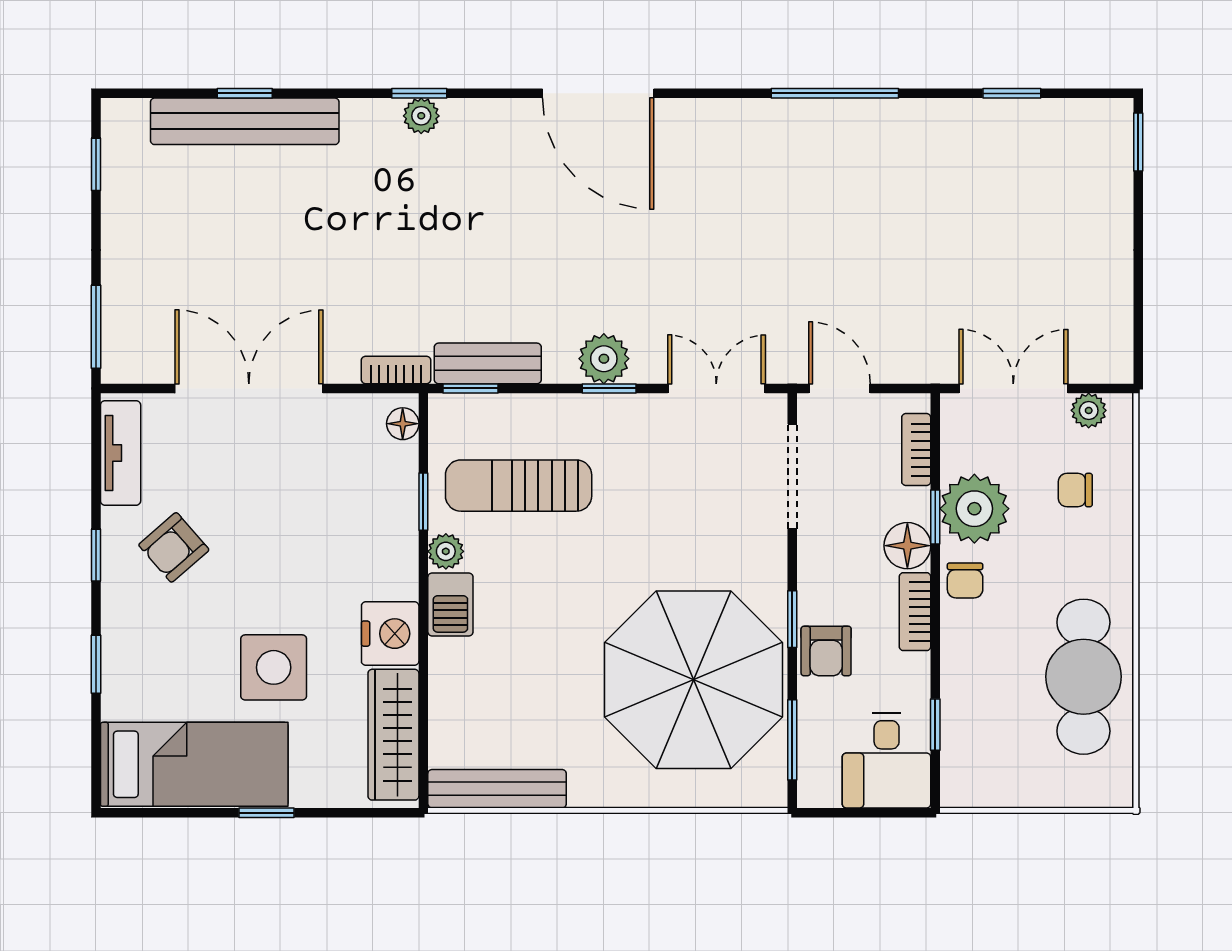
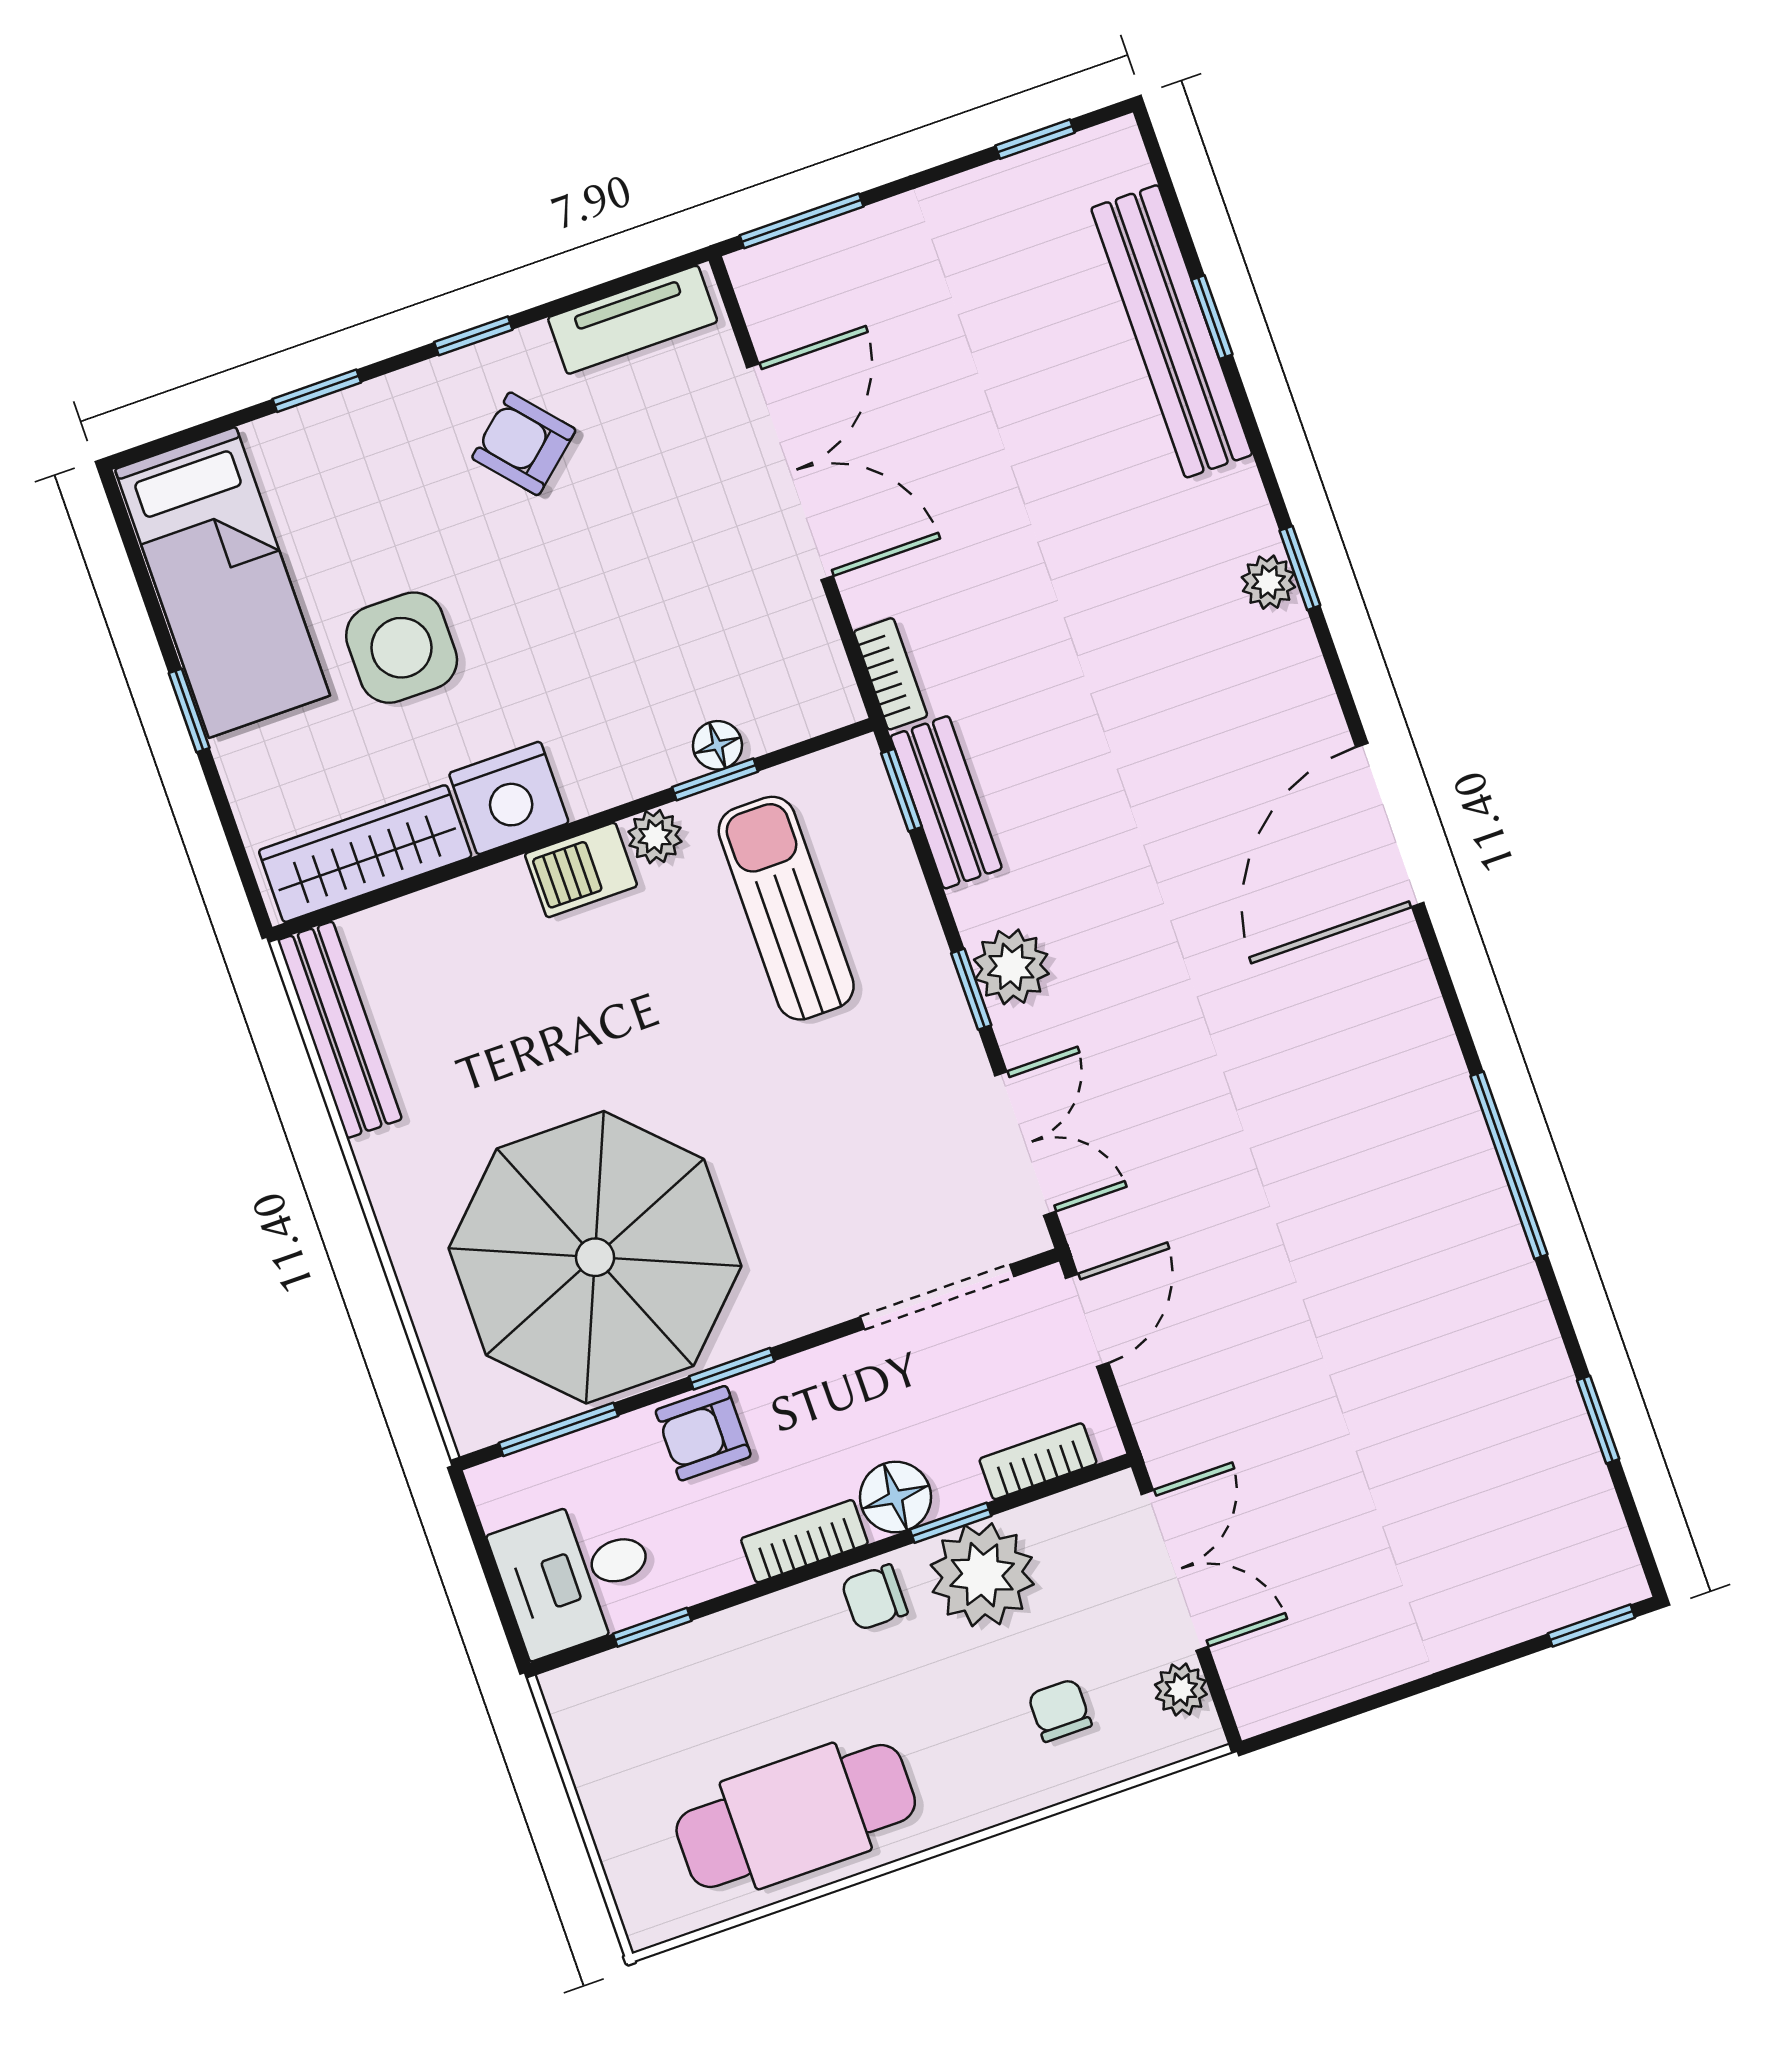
floor lamp: (403, 424) -> (717, 745), moved

